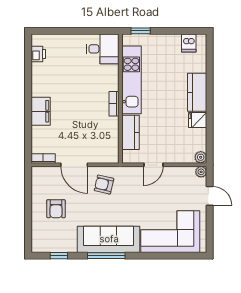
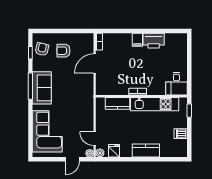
dishwasher: (189, 43) -> (181, 134), moved
printer: (38, 54) -> (154, 41), moved, width x1.87, depth x1.48
filing cabinet: (41, 111) -> (137, 40), width x0.50
fridge: (198, 120) -> (114, 151), moved
door: (153, 165) -> (95, 139), moved
armchair: (104, 185) -> (42, 49), moved
sofa: (109, 239) -> (42, 88), width x0.73

